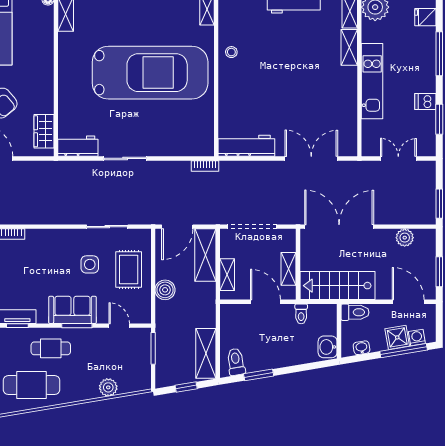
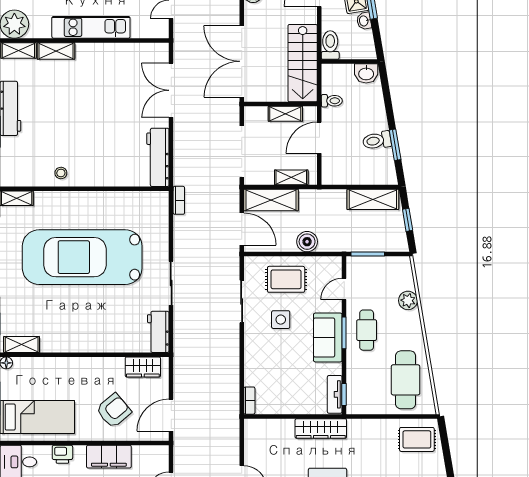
car: (150, 73) -> (82, 257), turned -90
cafe table: (51, 348) -> (367, 330), moved
washbasin: (362, 348) -> (364, 21), moved
toilet: (236, 362) -> (377, 141), moved

